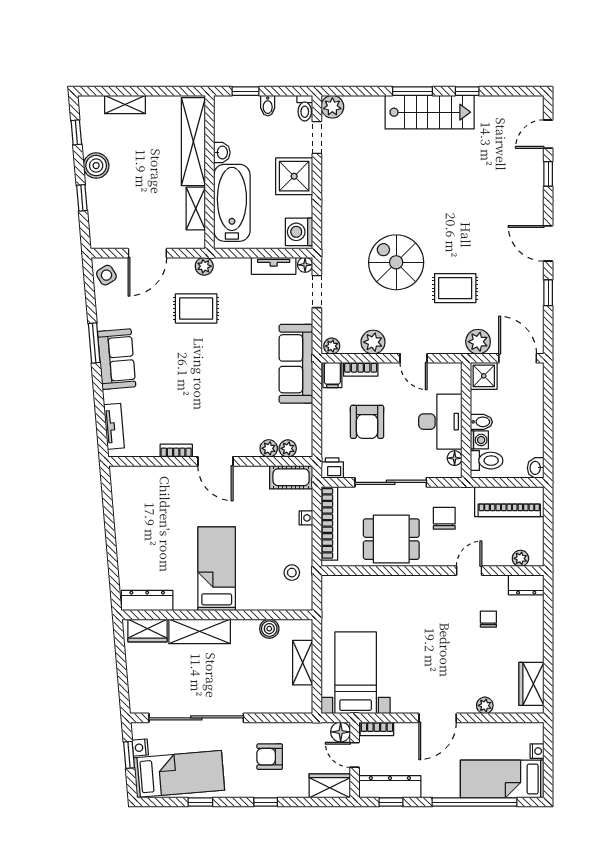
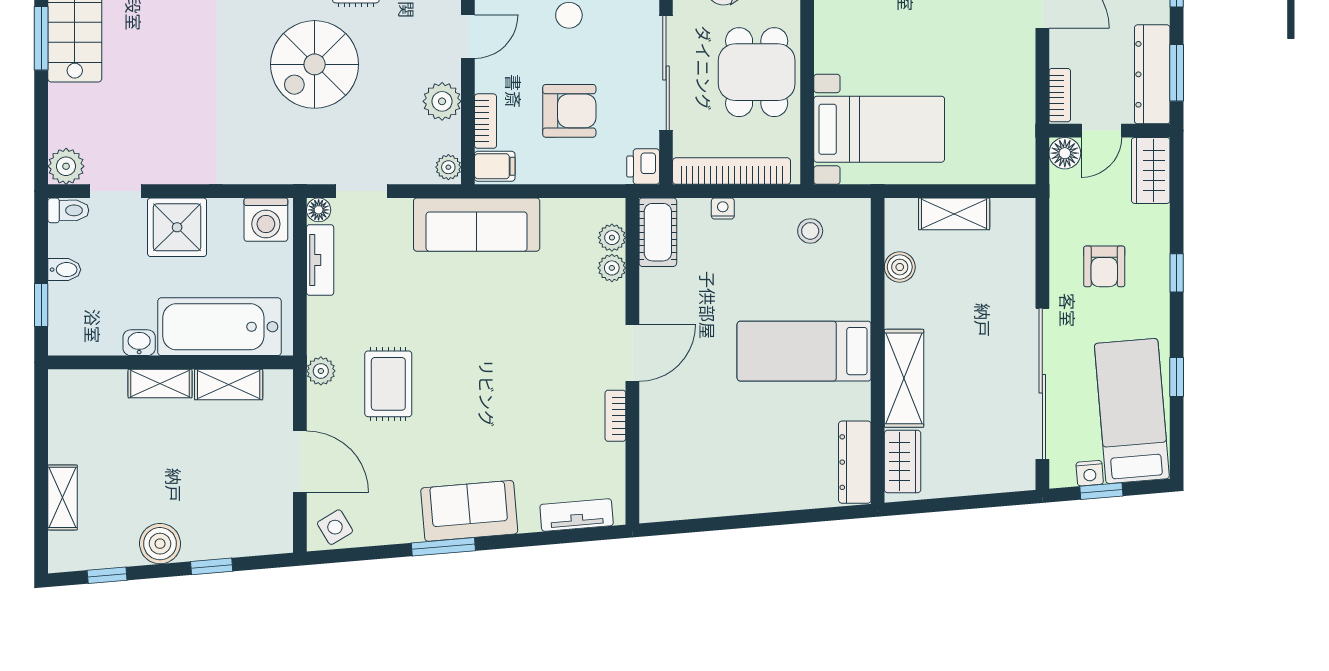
shelving: (193, 142) -> (160, 384), width x0.45, depth x0.75
bed with nightstands: (356, 673) -> (879, 129), moved, turned 180
window: (391, 802) -> (1177, 73), width x1.50

